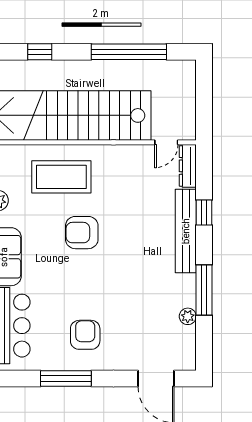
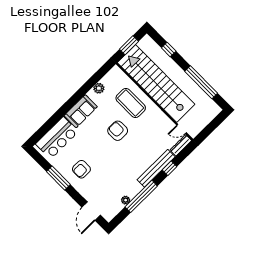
window: (204, 290) -> (141, 196), width x1.46
armchair: (85, 335) -> (81, 169), turned 180

